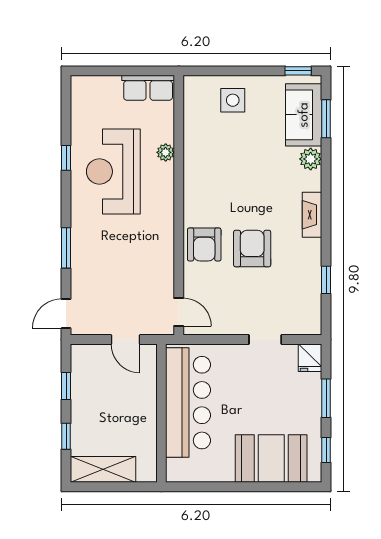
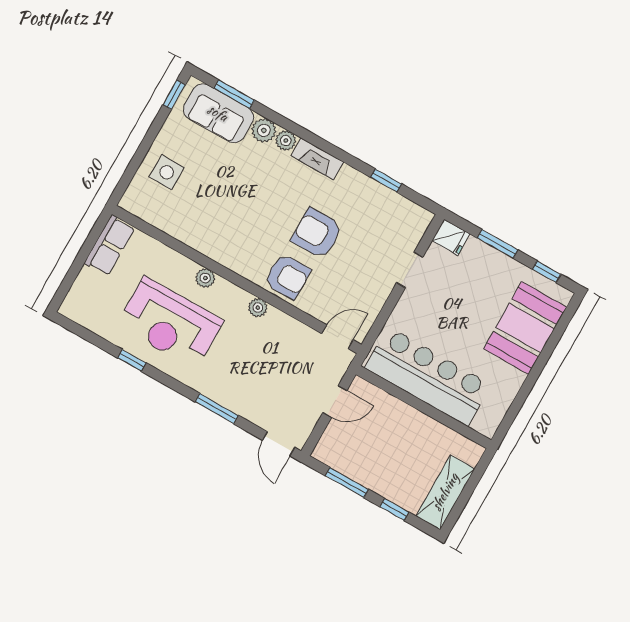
plant: (166, 152) -> (205, 278), moved
plant: (312, 181) -> (286, 140), added
plant: (166, 235) -> (258, 308), added
window: (66, 386) -> (347, 483), width x1.50

